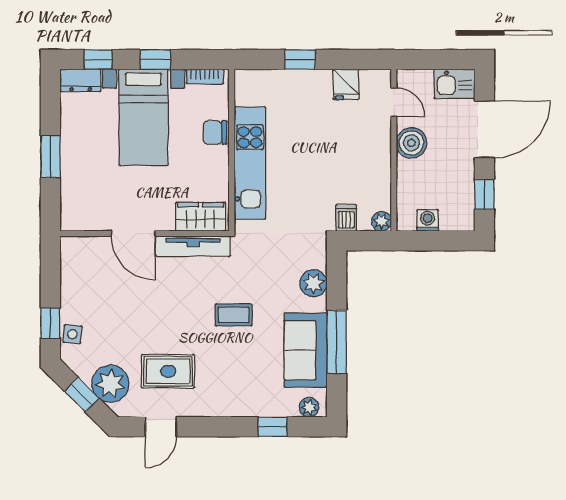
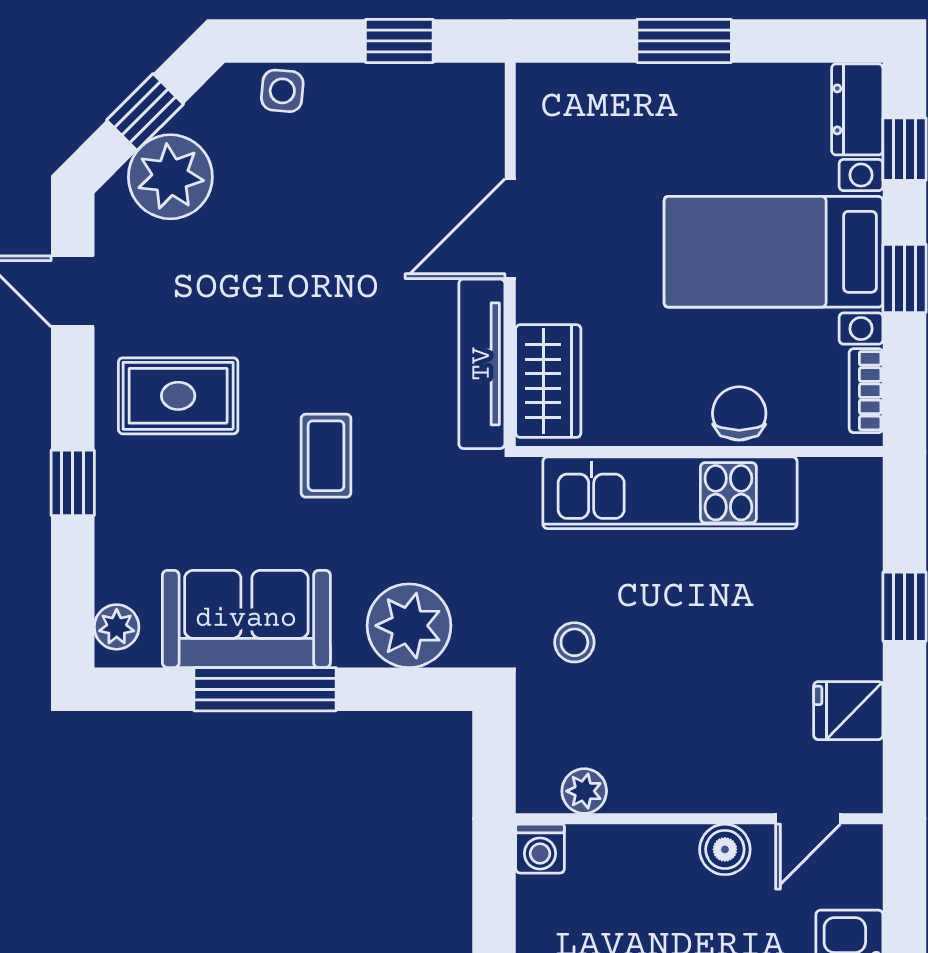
boiler: (411, 143) -> (725, 849), width x0.73, depth x0.73
stool: (316, 205) -> (574, 642), added
dishwasher: (346, 218) -> (546, 711), removed
washing machine: (428, 220) -> (540, 849), moved, turned 90
plant: (382, 221) -> (584, 791), moved
plant: (313, 283) -> (409, 626), width x1.36, depth x1.36
window: (50, 323) -> (399, 41), moved
rug: (168, 371) -> (178, 396), moved, turned 90
window: (273, 427) -> (73, 483), moved

